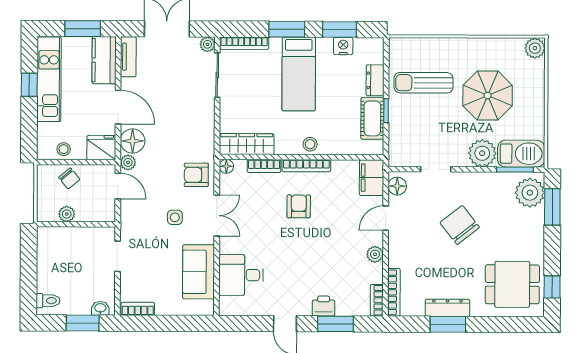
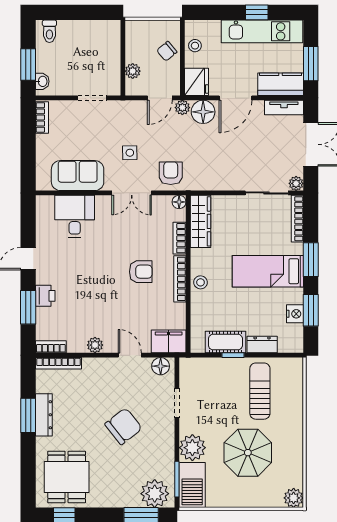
plant: (67, 214) -> (133, 71), moved

